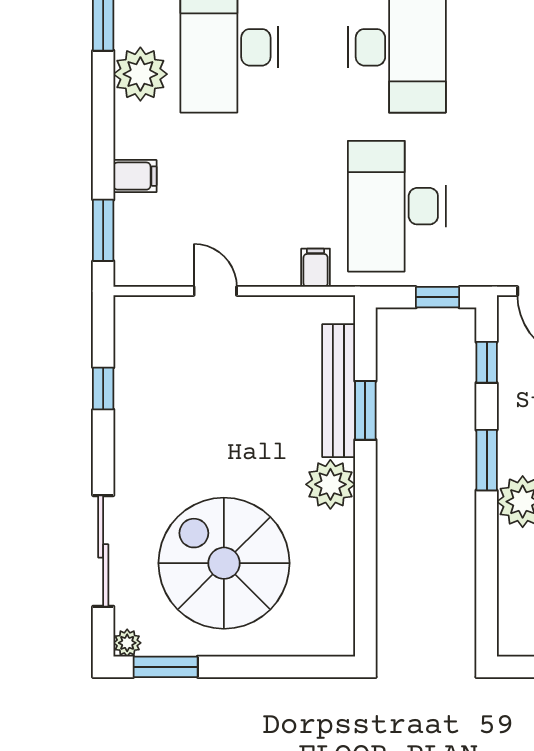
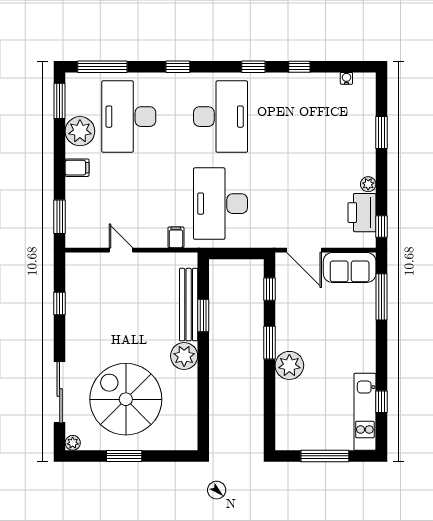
filing cabinet: (135, 176) -> (77, 168), moved
window: (438, 297) -> (243, 253), removed
window: (166, 667) -> (124, 456), moved

